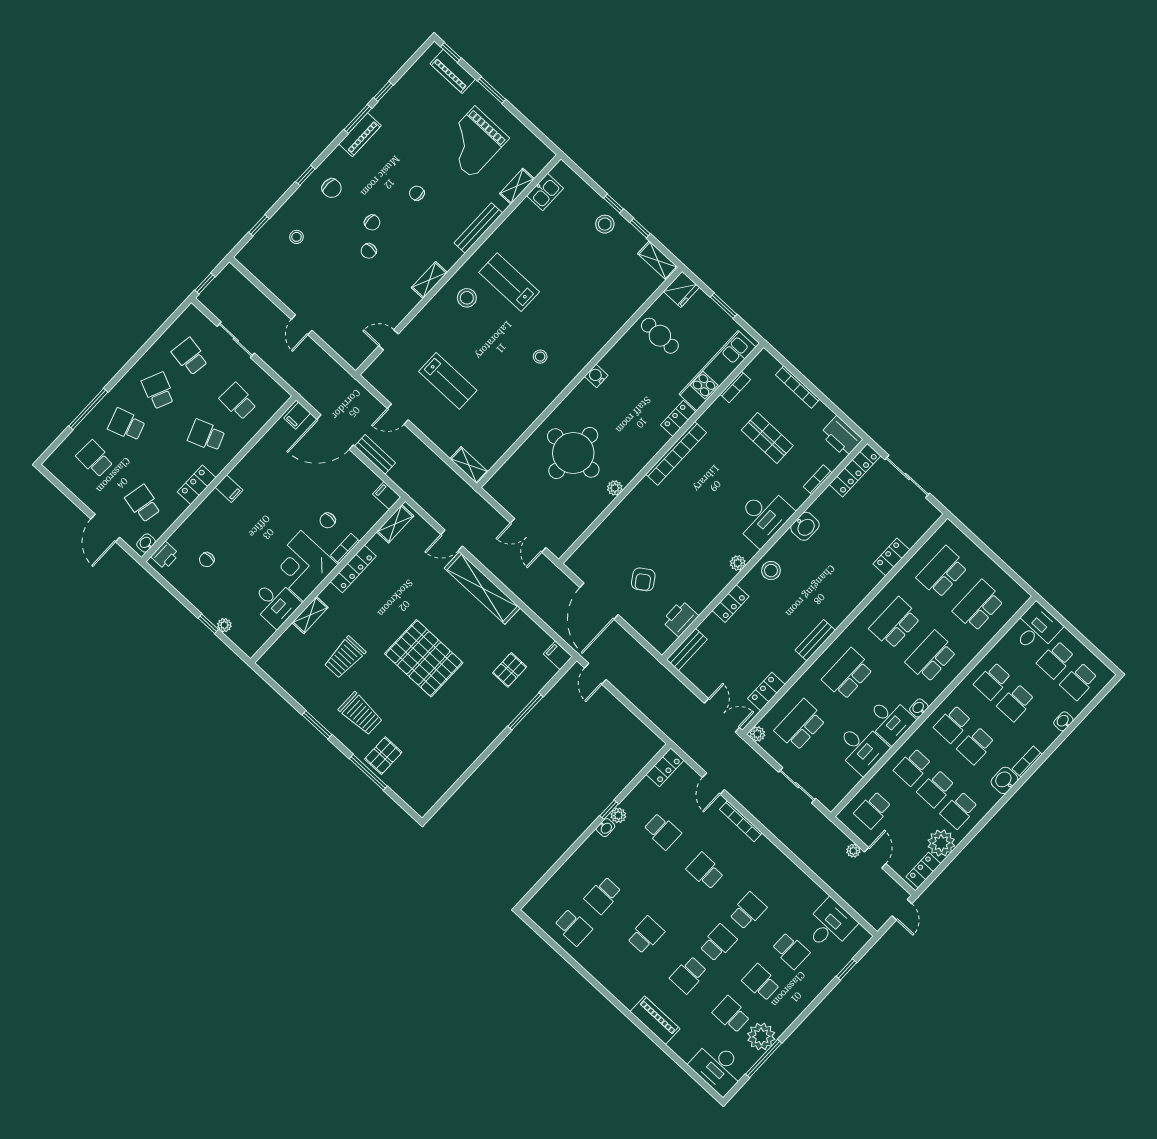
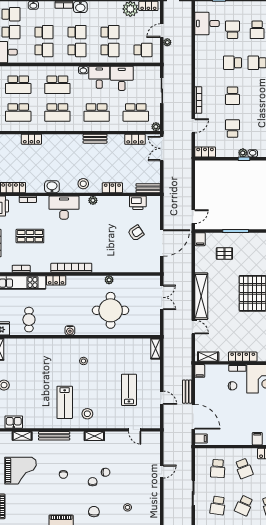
shop shelf: (767, 438) -> (30, 236), turned 90
school desk: (959, 810) -> (110, 14), removed

